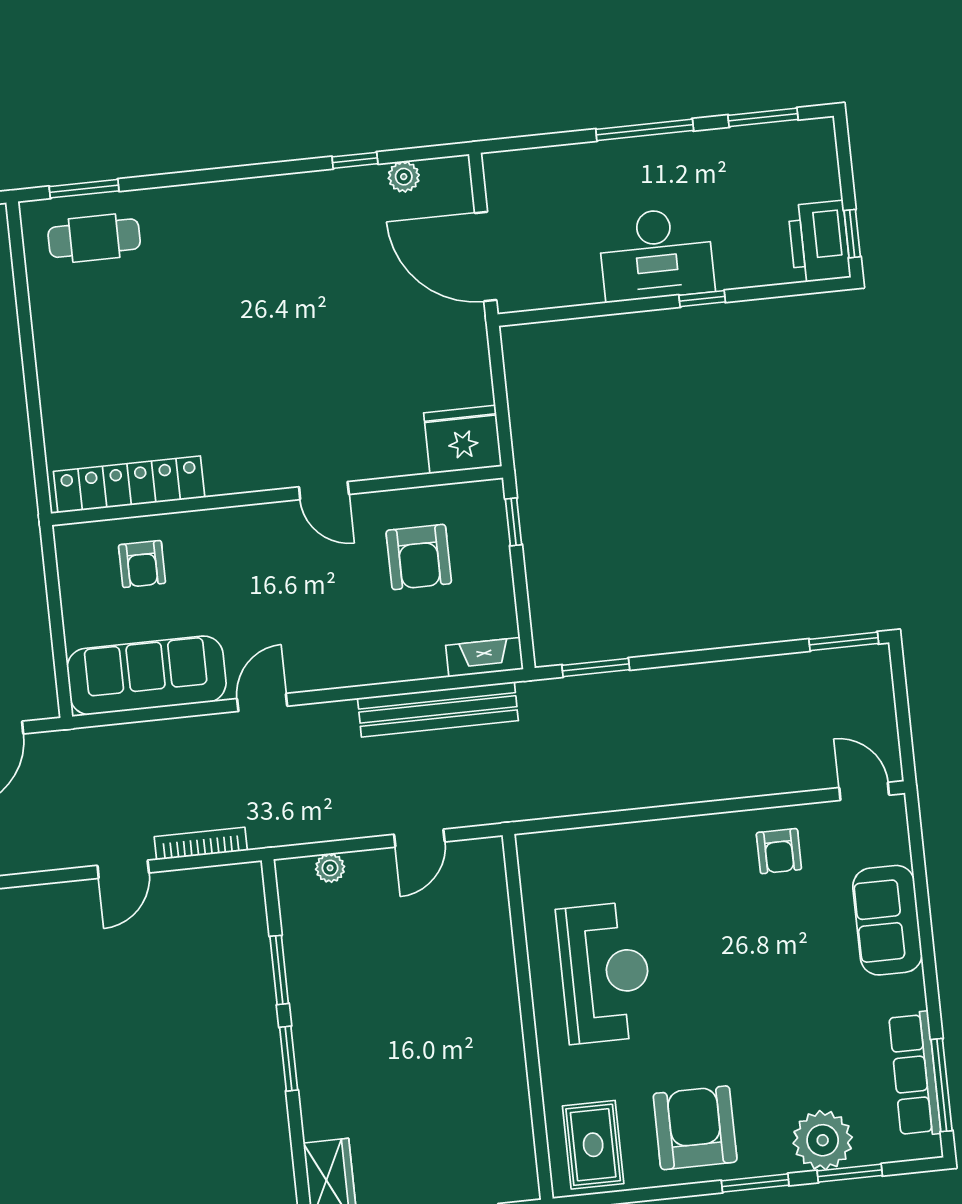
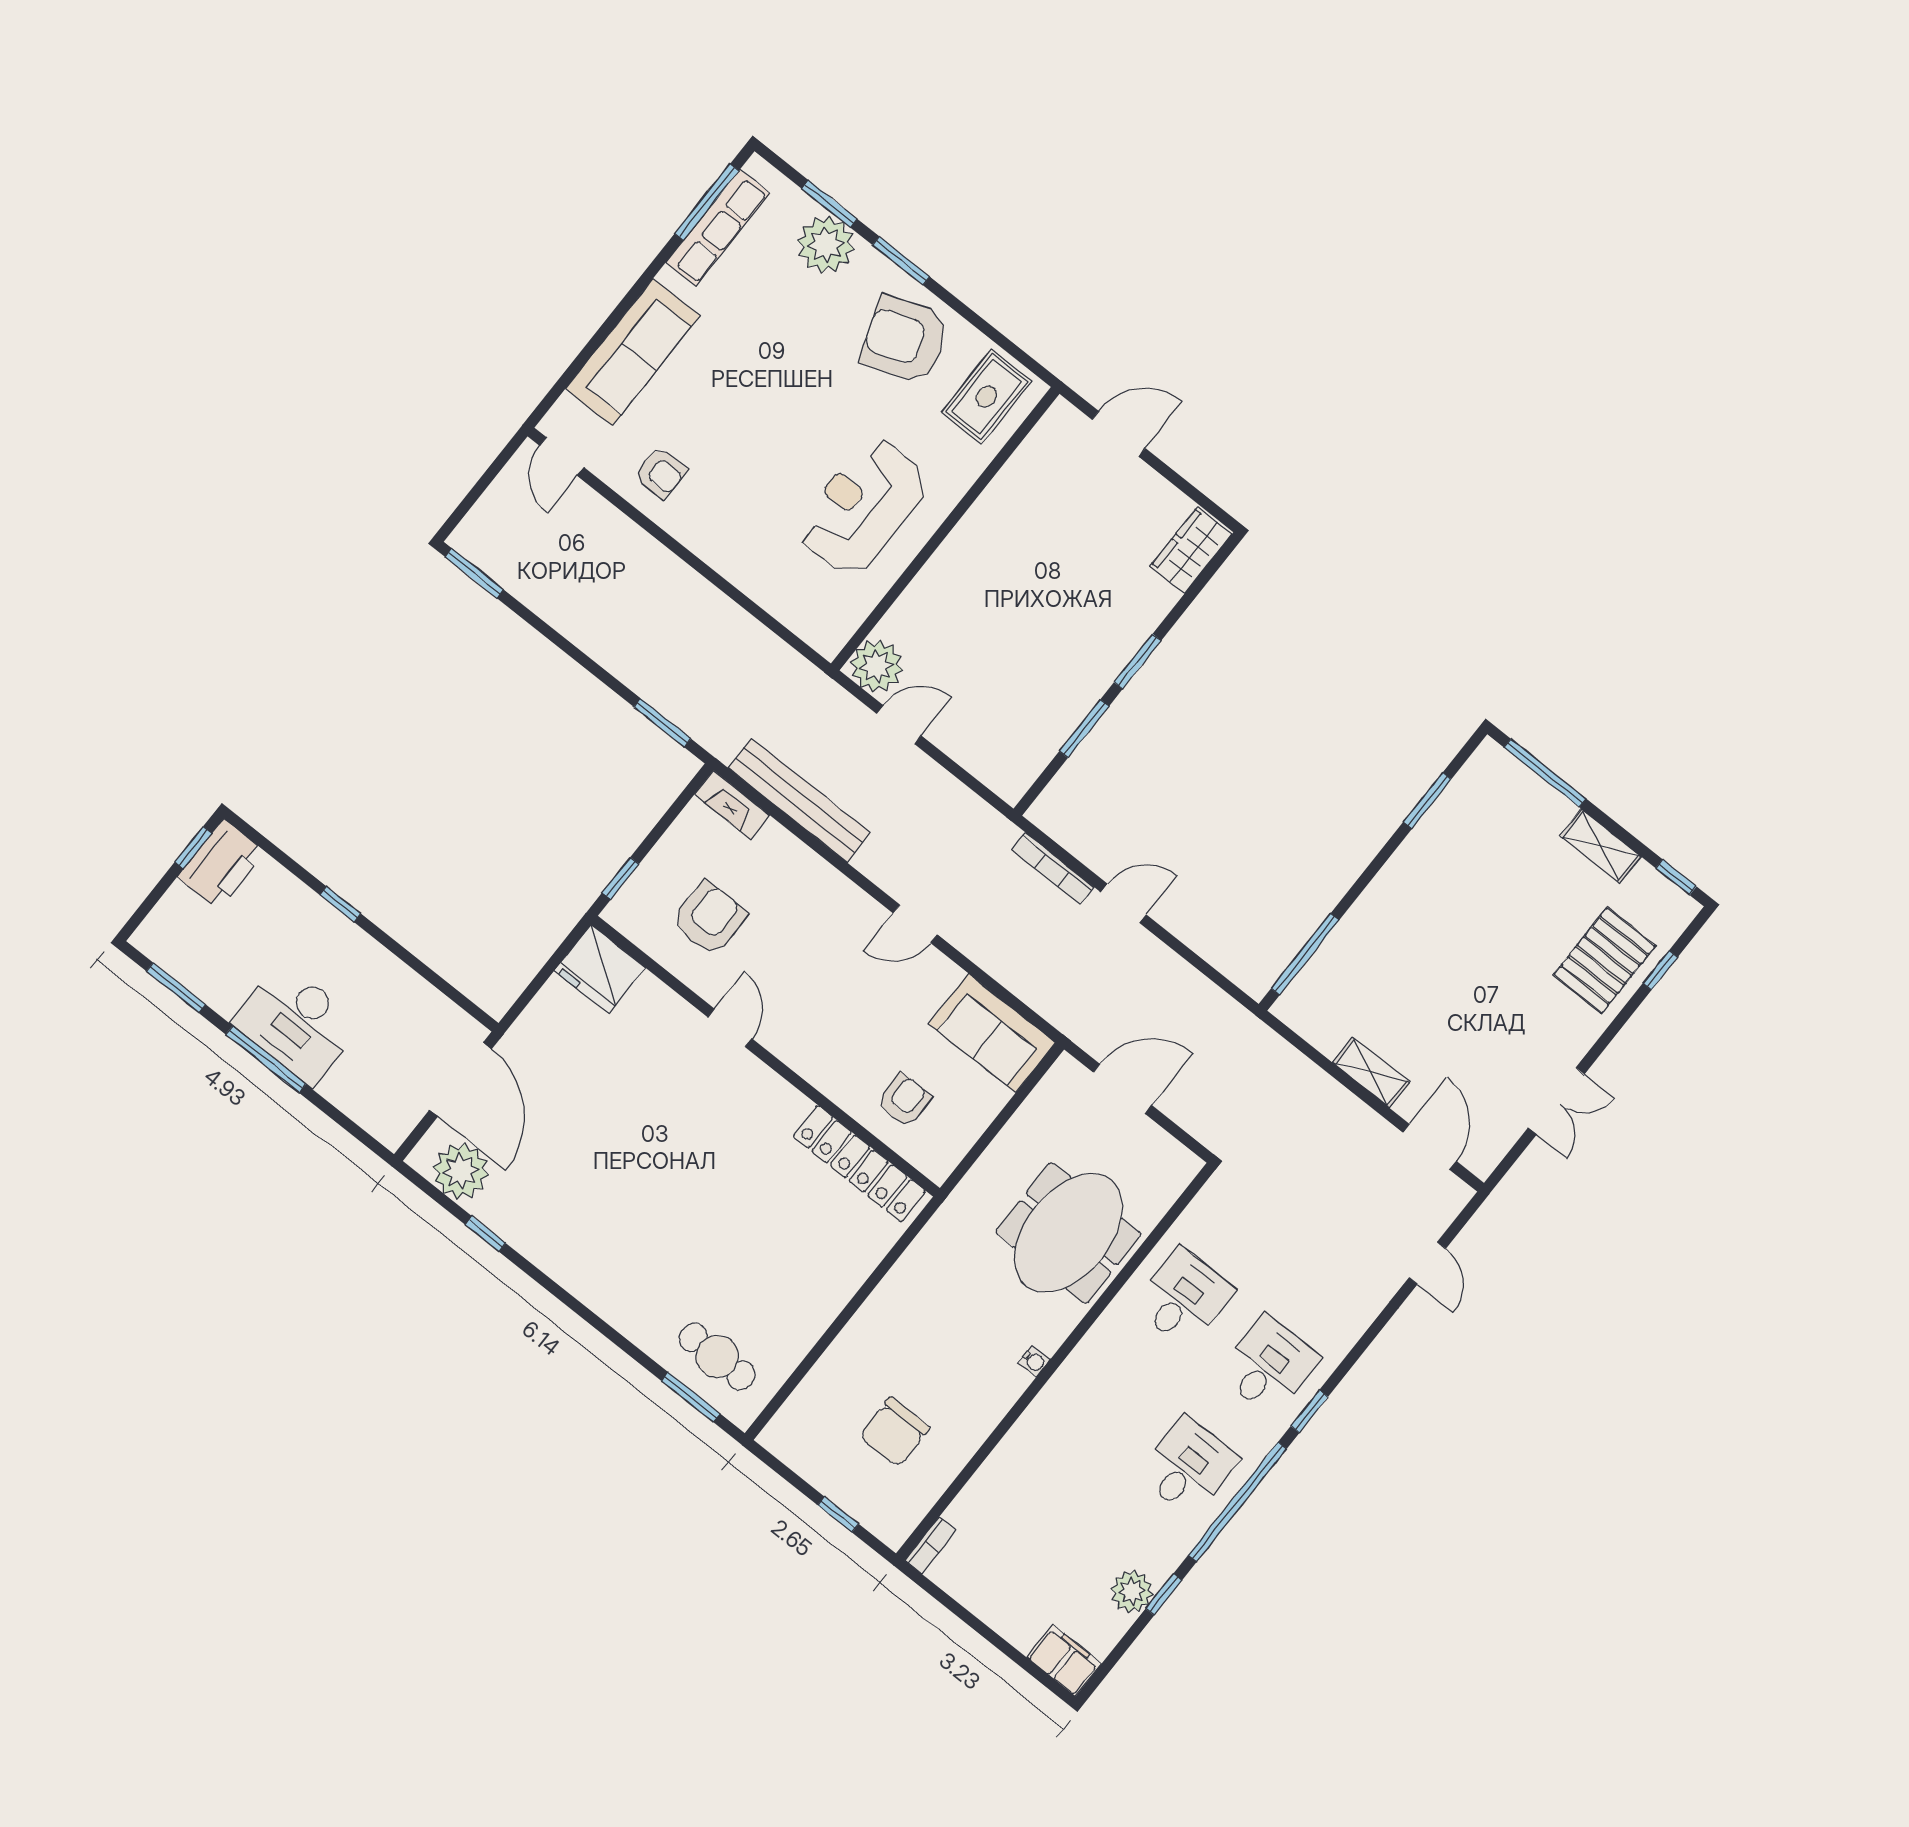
plant: (404, 177) -> (461, 1171), width x1.87, depth x1.87
desk: (656, 254) -> (296, 1023), moved, turned 180
sofa: (147, 675) -> (992, 1033), width x0.73
armchair: (779, 851) -> (661, 473), turned 90
plant: (330, 868) -> (877, 666), moved, width x1.88, depth x1.88
sofa: (887, 920) -> (633, 352), width x1.36
armchair: (695, 1128) -> (905, 339), turned 70

